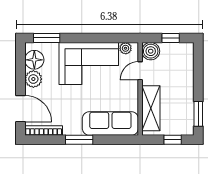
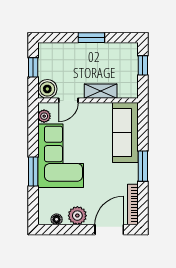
window: (47, 38) -> (33, 172), moved
floor lamp: (34, 60) -> (57, 219), width x0.53, depth x0.53
door: (140, 71) -> (68, 100), hinge flipped
shelving: (151, 108) -> (101, 91), width x0.67, depth x0.75
window: (198, 114) -> (91, 38), moved

